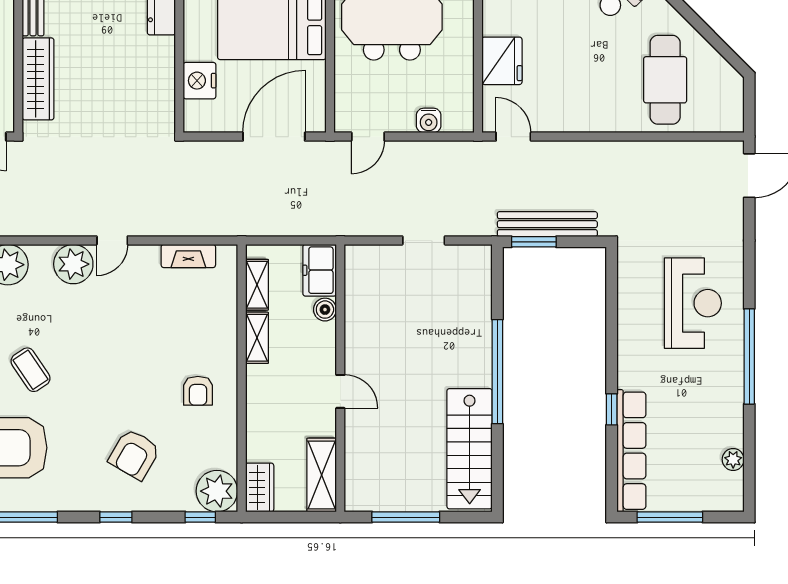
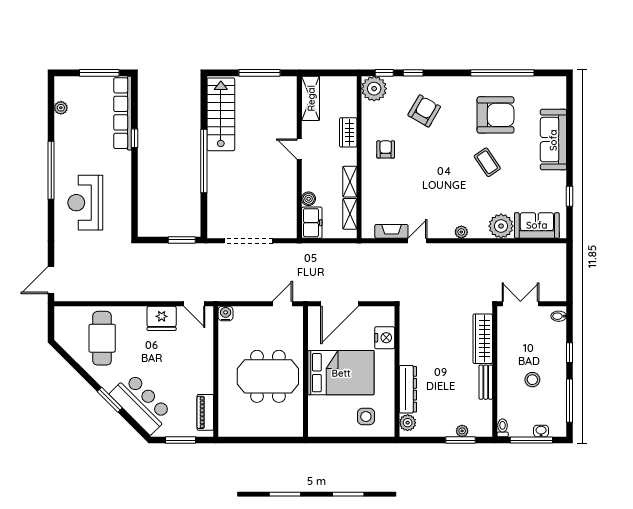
fridge: (502, 61) -> (162, 318), moved, turned -90
water cooler: (429, 120) -> (226, 314), moved
bench: (547, 224) -> (174, 251), removed
door: (112, 240) -> (417, 241), moved
doorway: (424, 240) -> (249, 241), width x1.88
plant: (73, 264) -> (461, 232), width x0.53, depth x0.53
wardrobe: (260, 487) -> (348, 132), moved
window: (116, 517) -> (413, 73), moved

